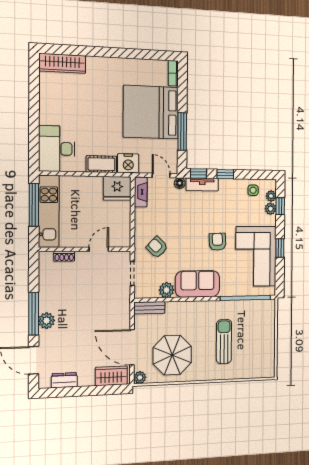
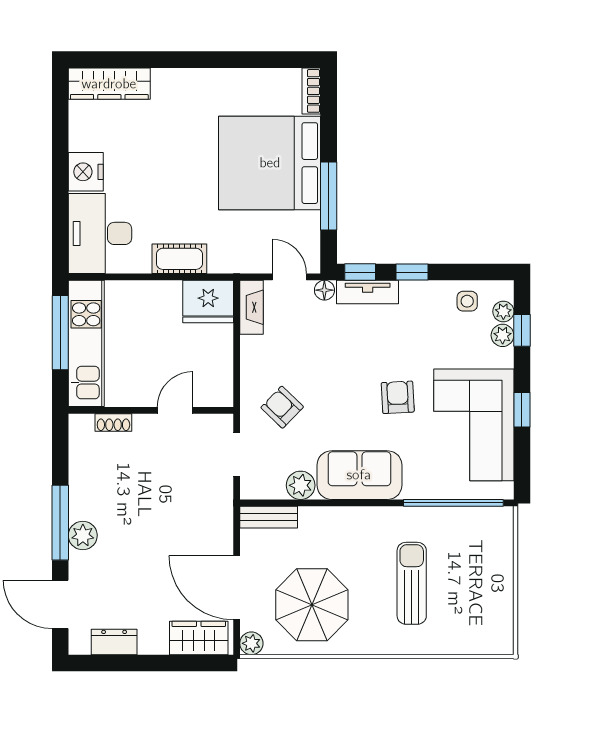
nightstand: (128, 163) -> (86, 172), moved, turned 90

